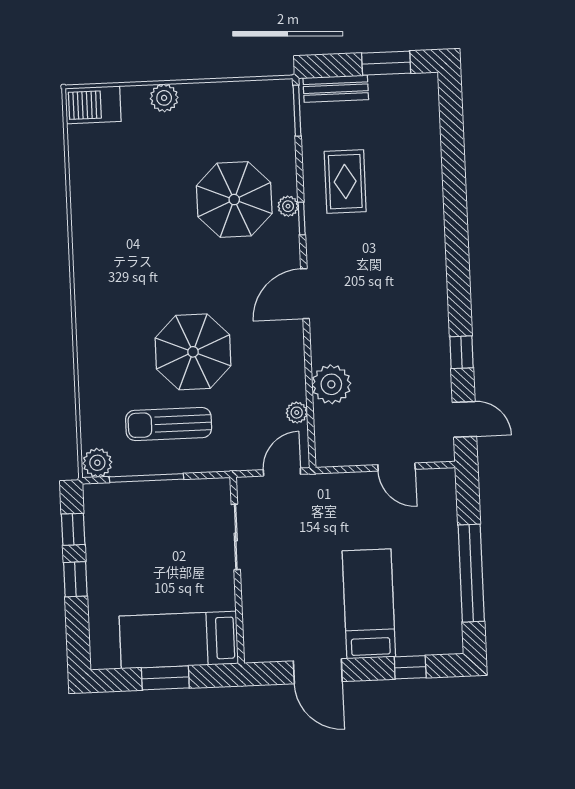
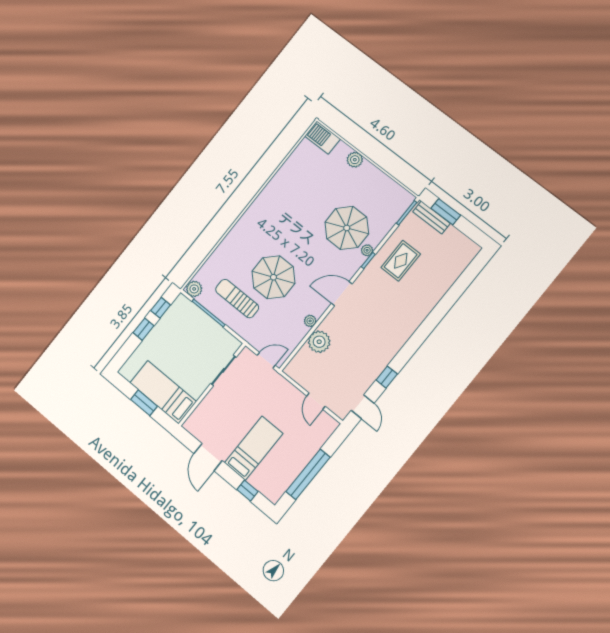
window: (386, 63) -> (446, 212), moved
plant: (297, 413) -> (310, 321), moved

